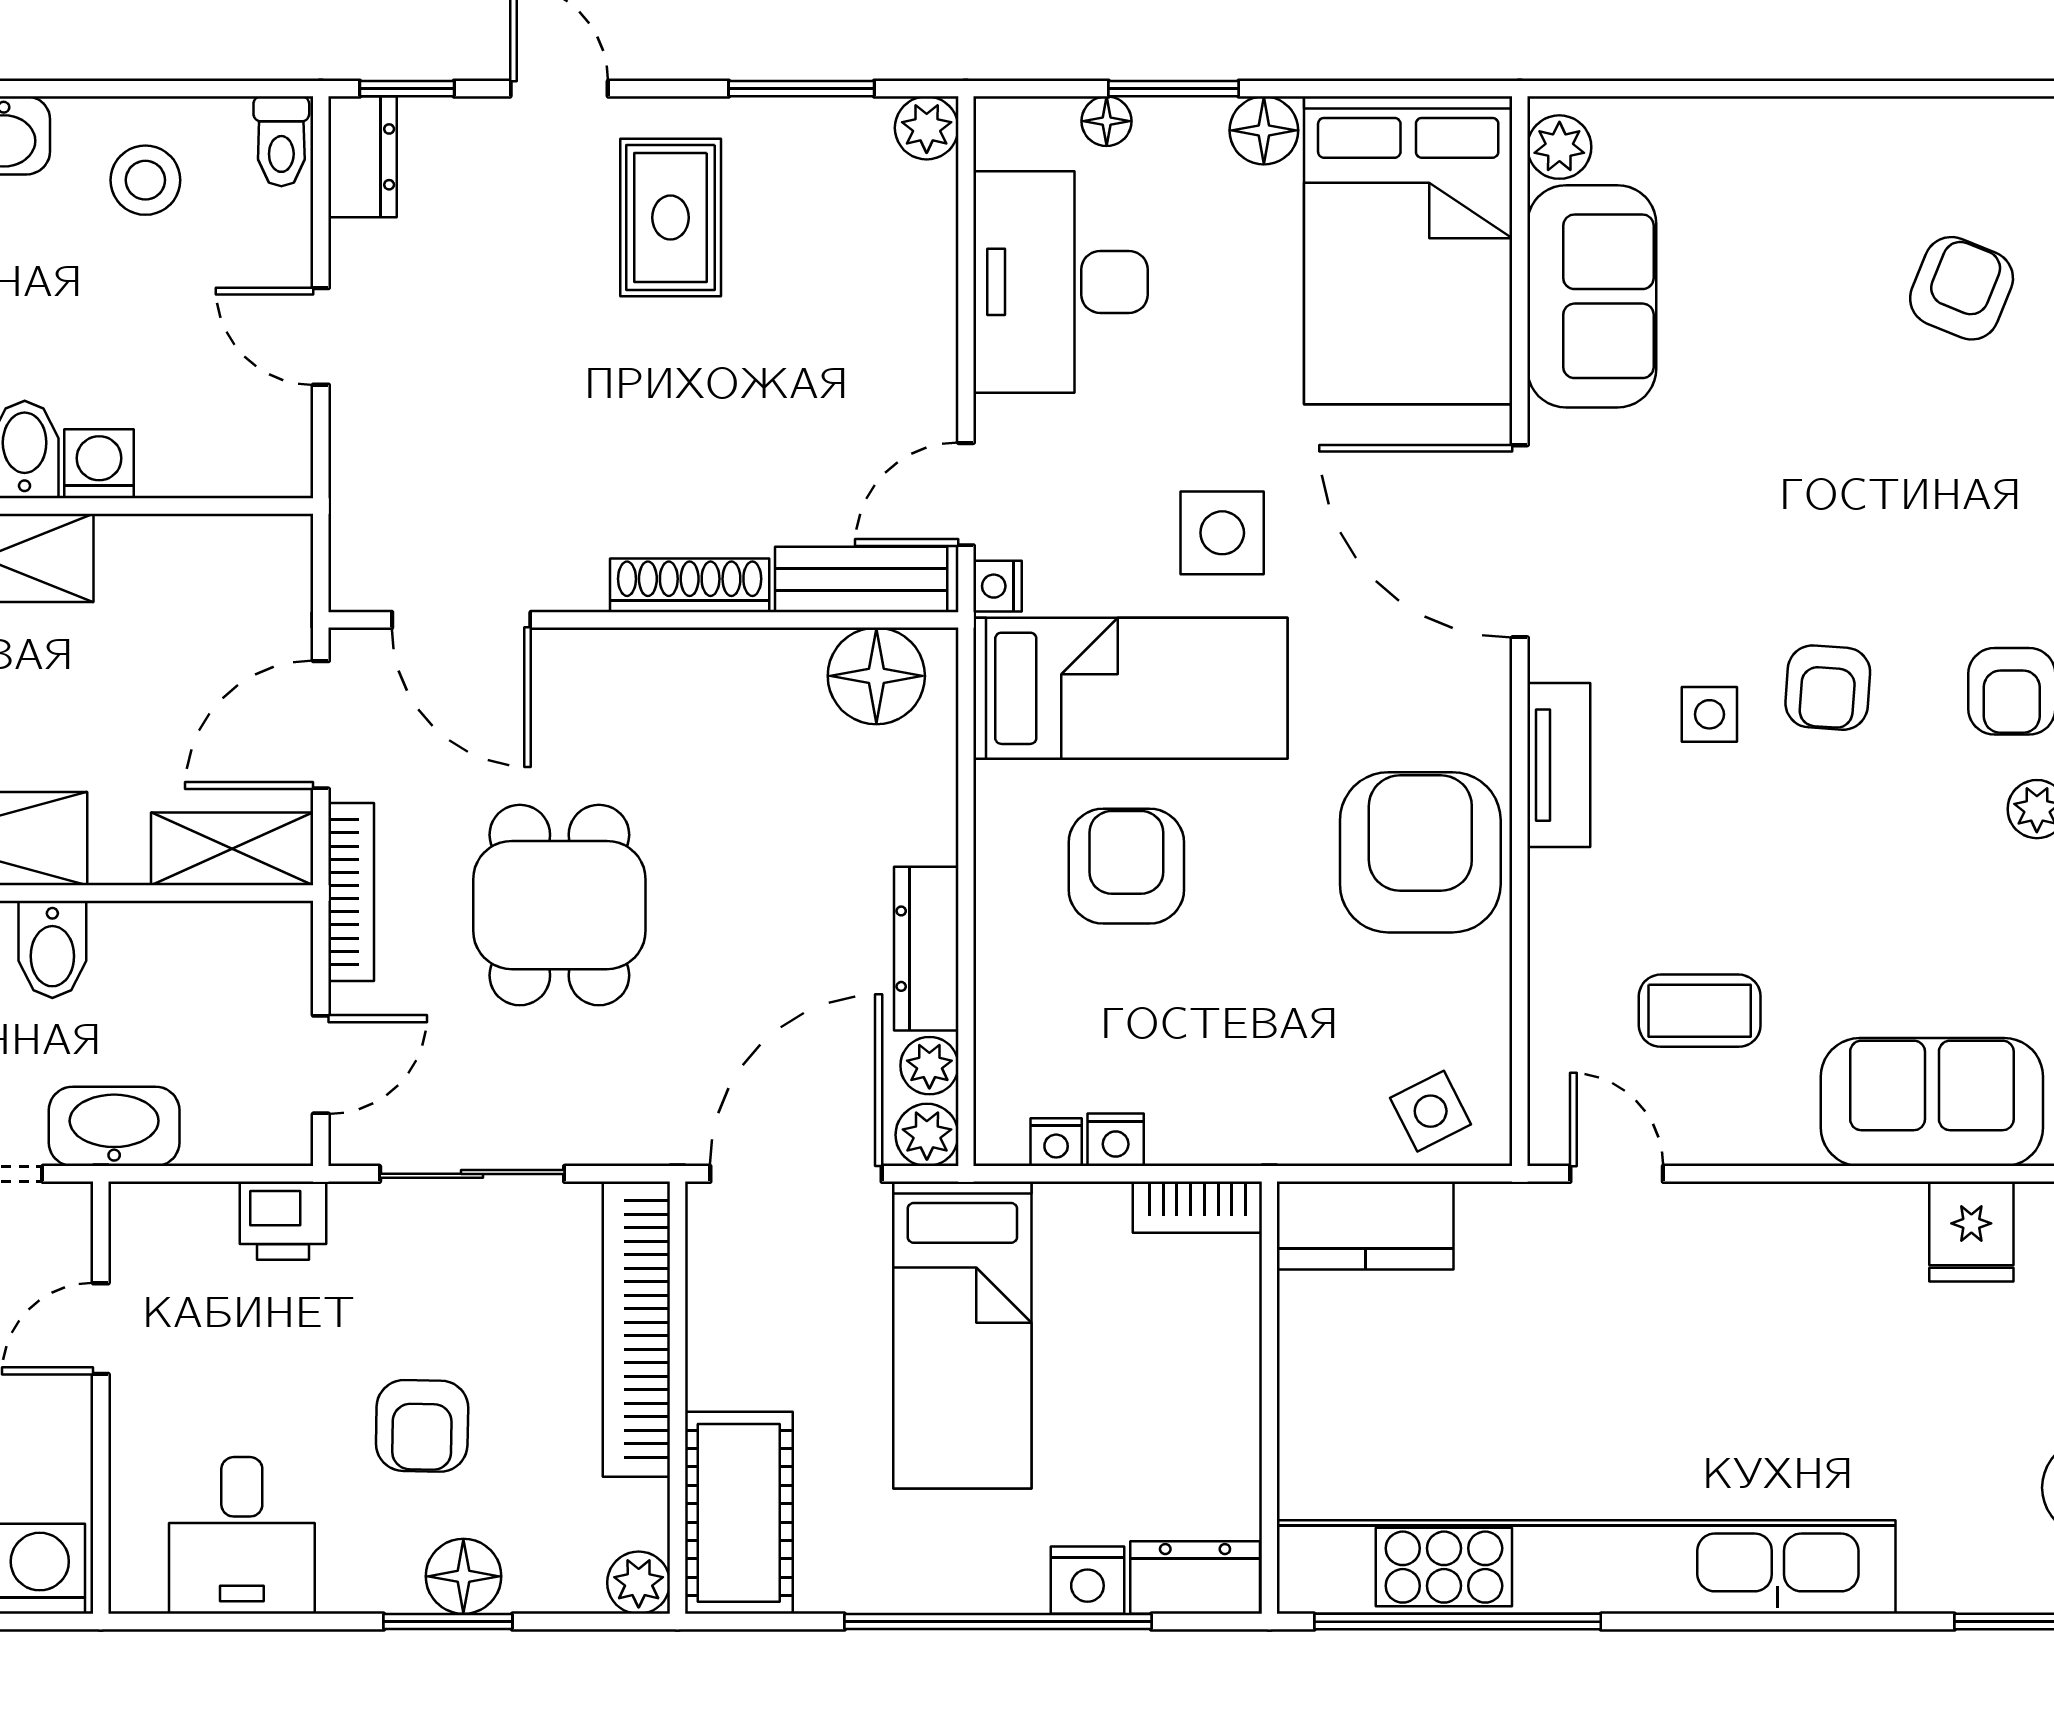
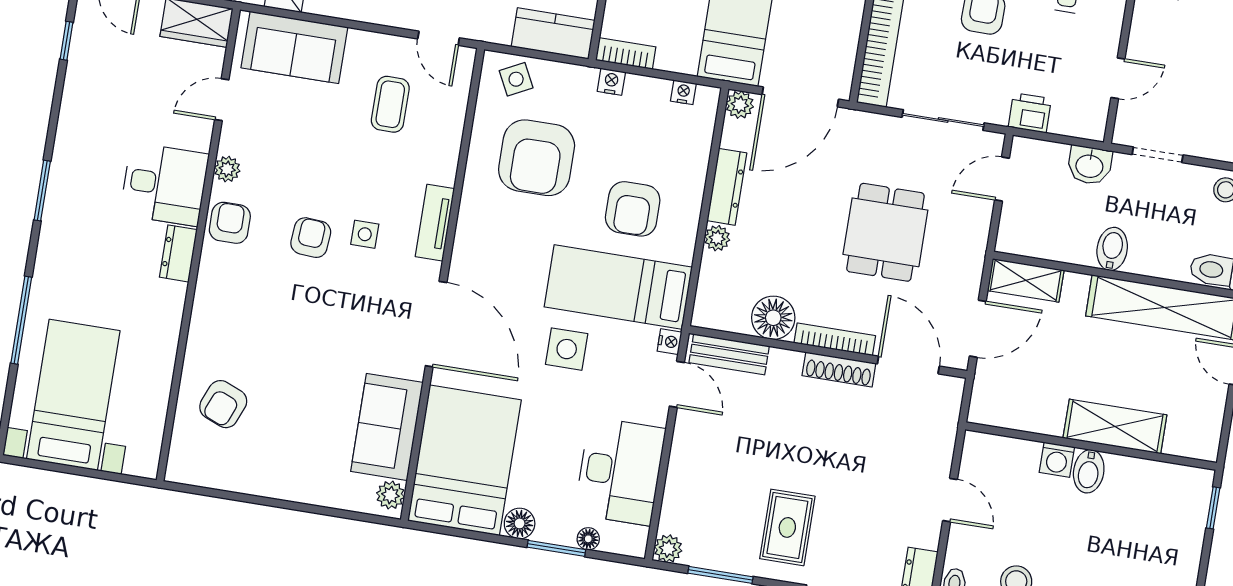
door: (966, 494) -> (677, 384), hinge flipped
shoe rack: (690, 585) -> (839, 369), moved
floor lamp: (876, 676) -> (773, 318), moved
armchair: (1420, 852) -> (537, 158), moved
bookcase: (351, 892) -> (835, 339), moved, turned 90
coffee table: (1700, 1011) -> (390, 104), turned 90
plant: (929, 1066) -> (717, 238), moved
washbasin: (114, 1126) -> (1090, 165), width x0.72
nightstand: (1116, 1140) -> (611, 82), moved

